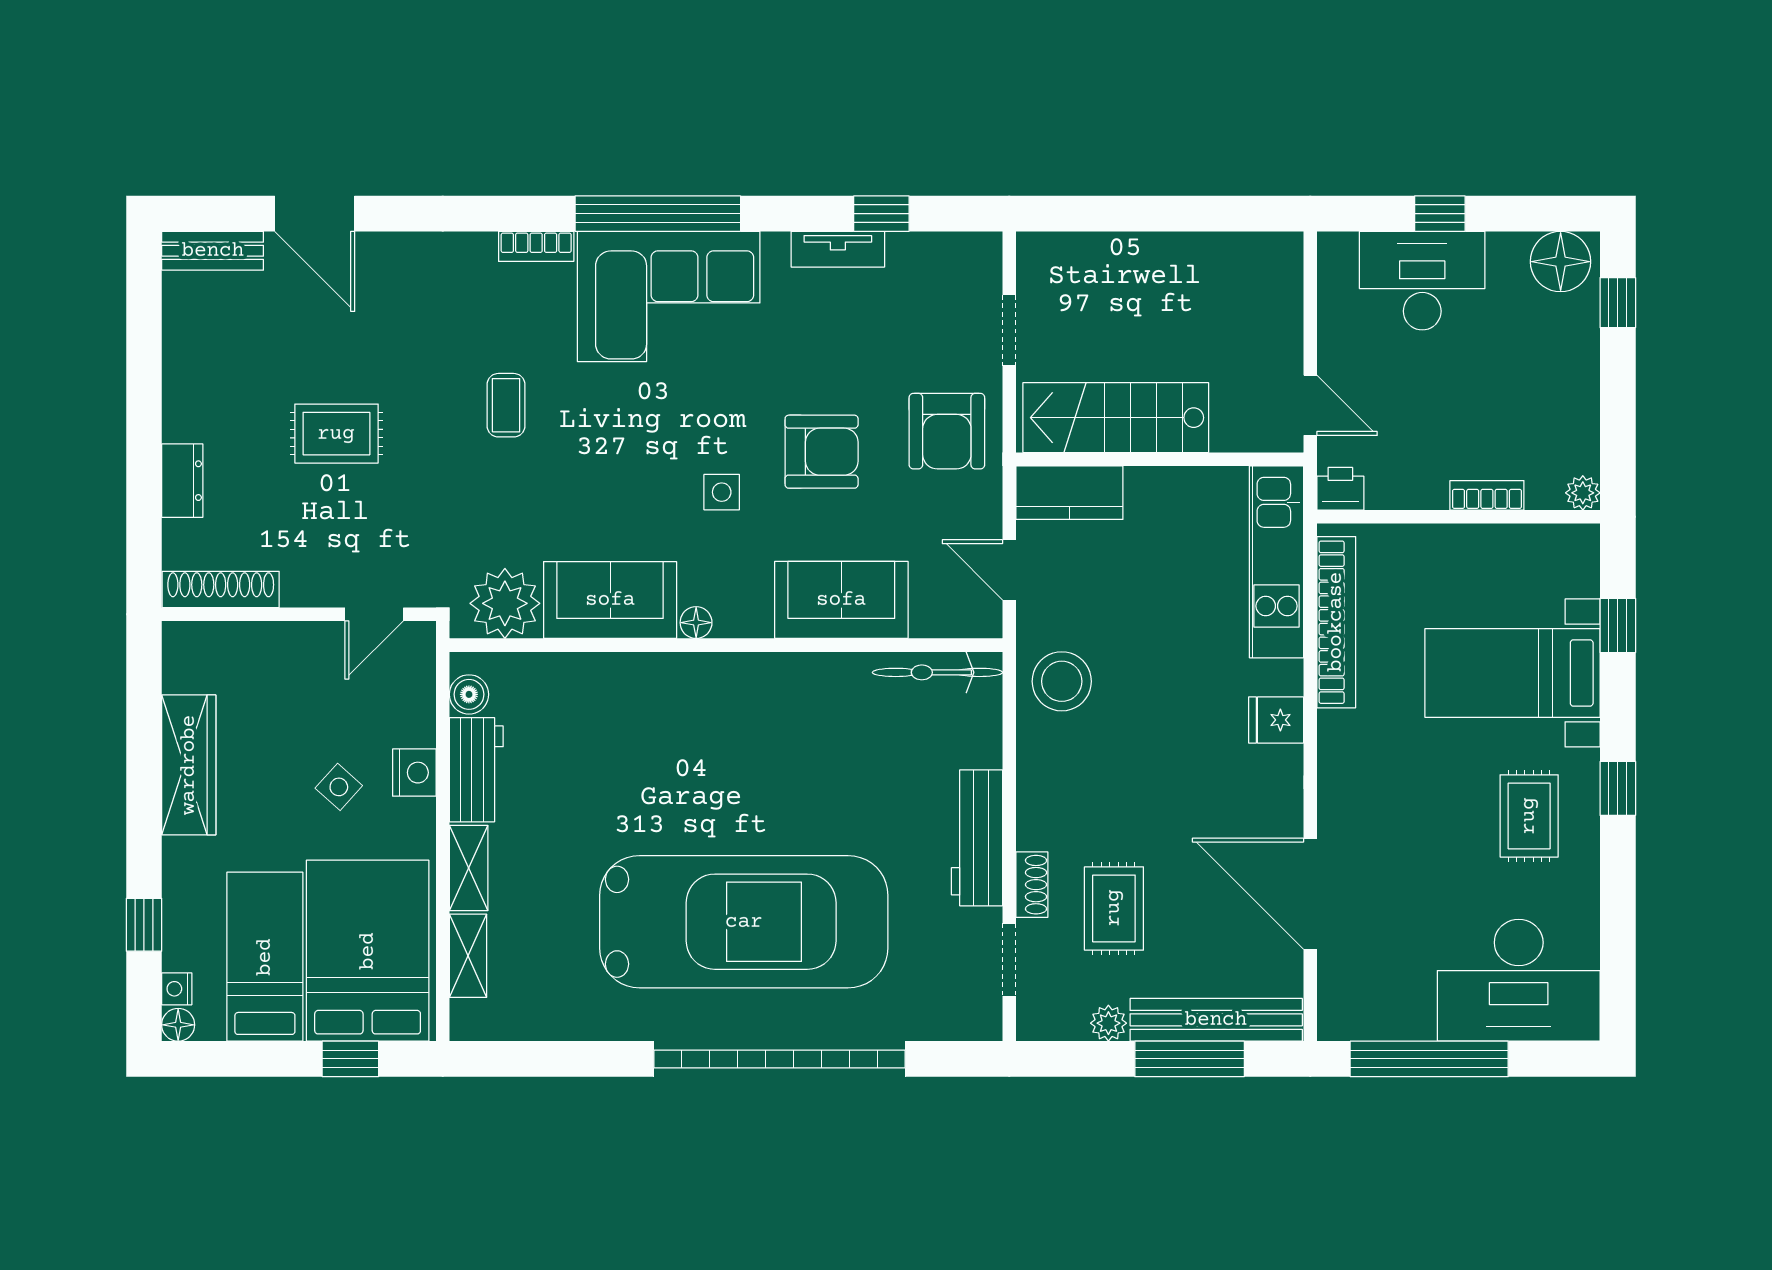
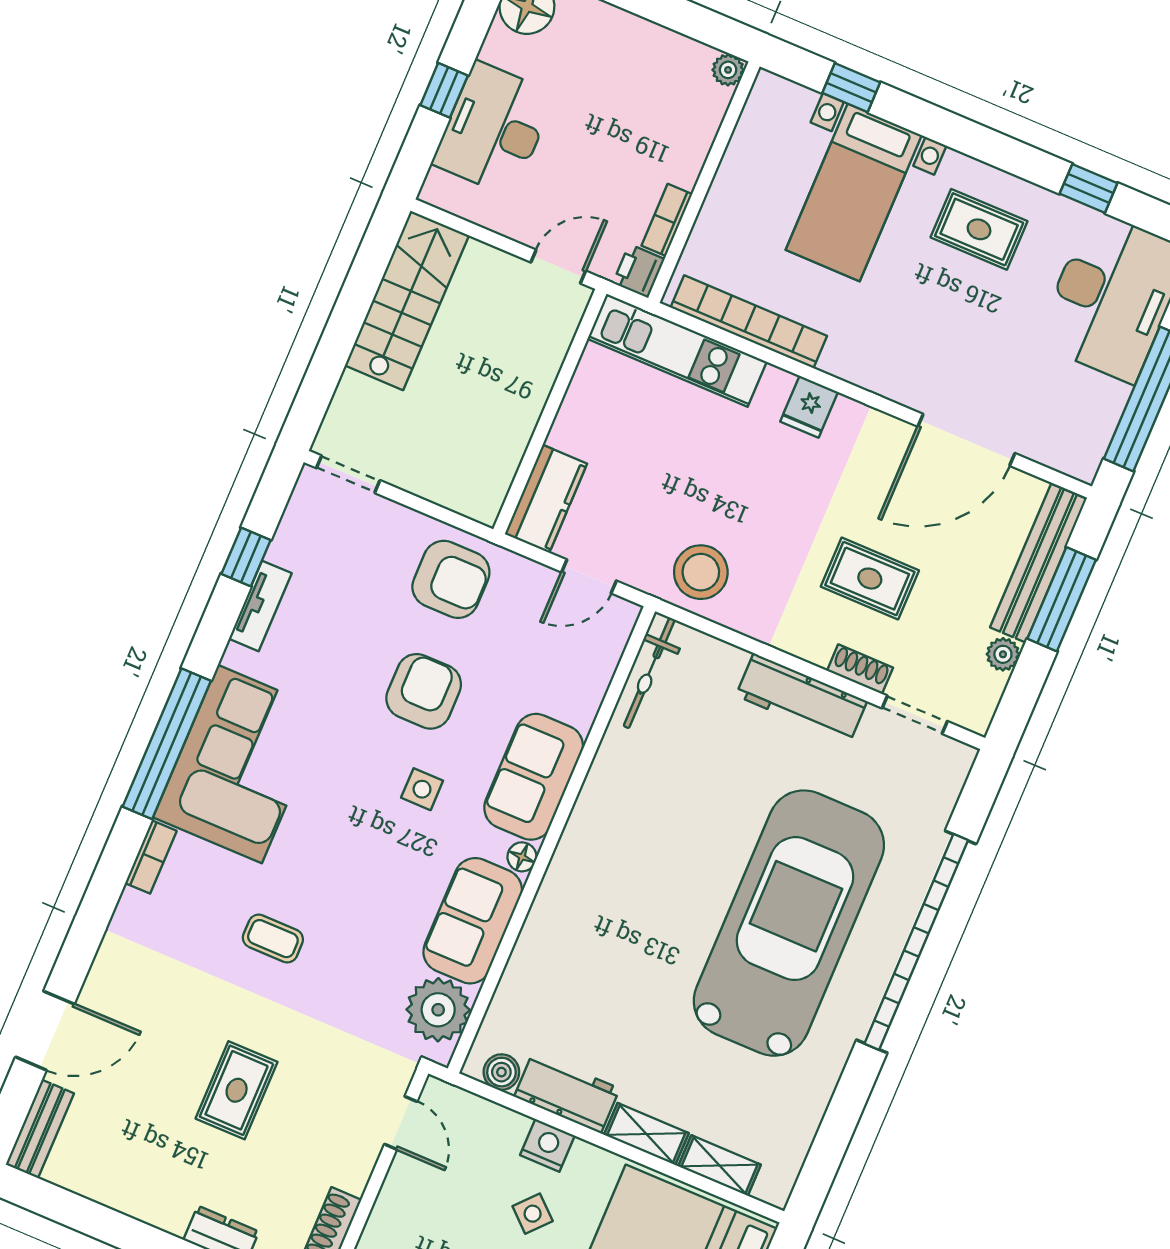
doorway: (1009, 330) -> (348, 474), moved
stairs: (1116, 418) -> (407, 300), moved, turned 180
bookcase: (1487, 495) -> (667, 220), moved
sofa: (841, 600) -> (534, 777), moved
window: (1618, 788) -> (1089, 188), moved
rug: (1114, 908) -> (870, 579), moved

